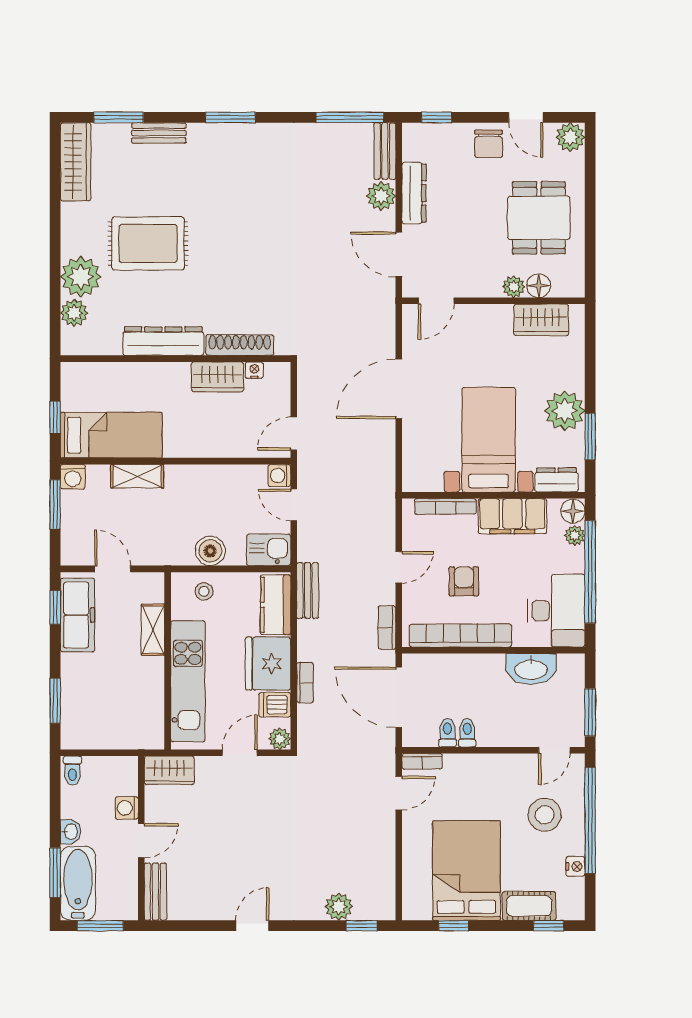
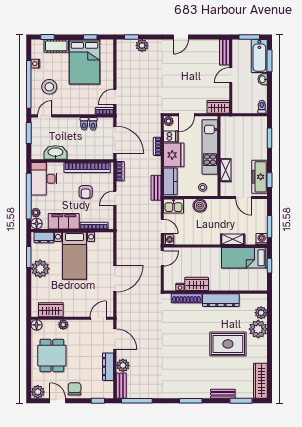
floor lamp: (539, 286) -> (37, 325), moved
washing machine: (127, 808) -> (237, 90), removed

